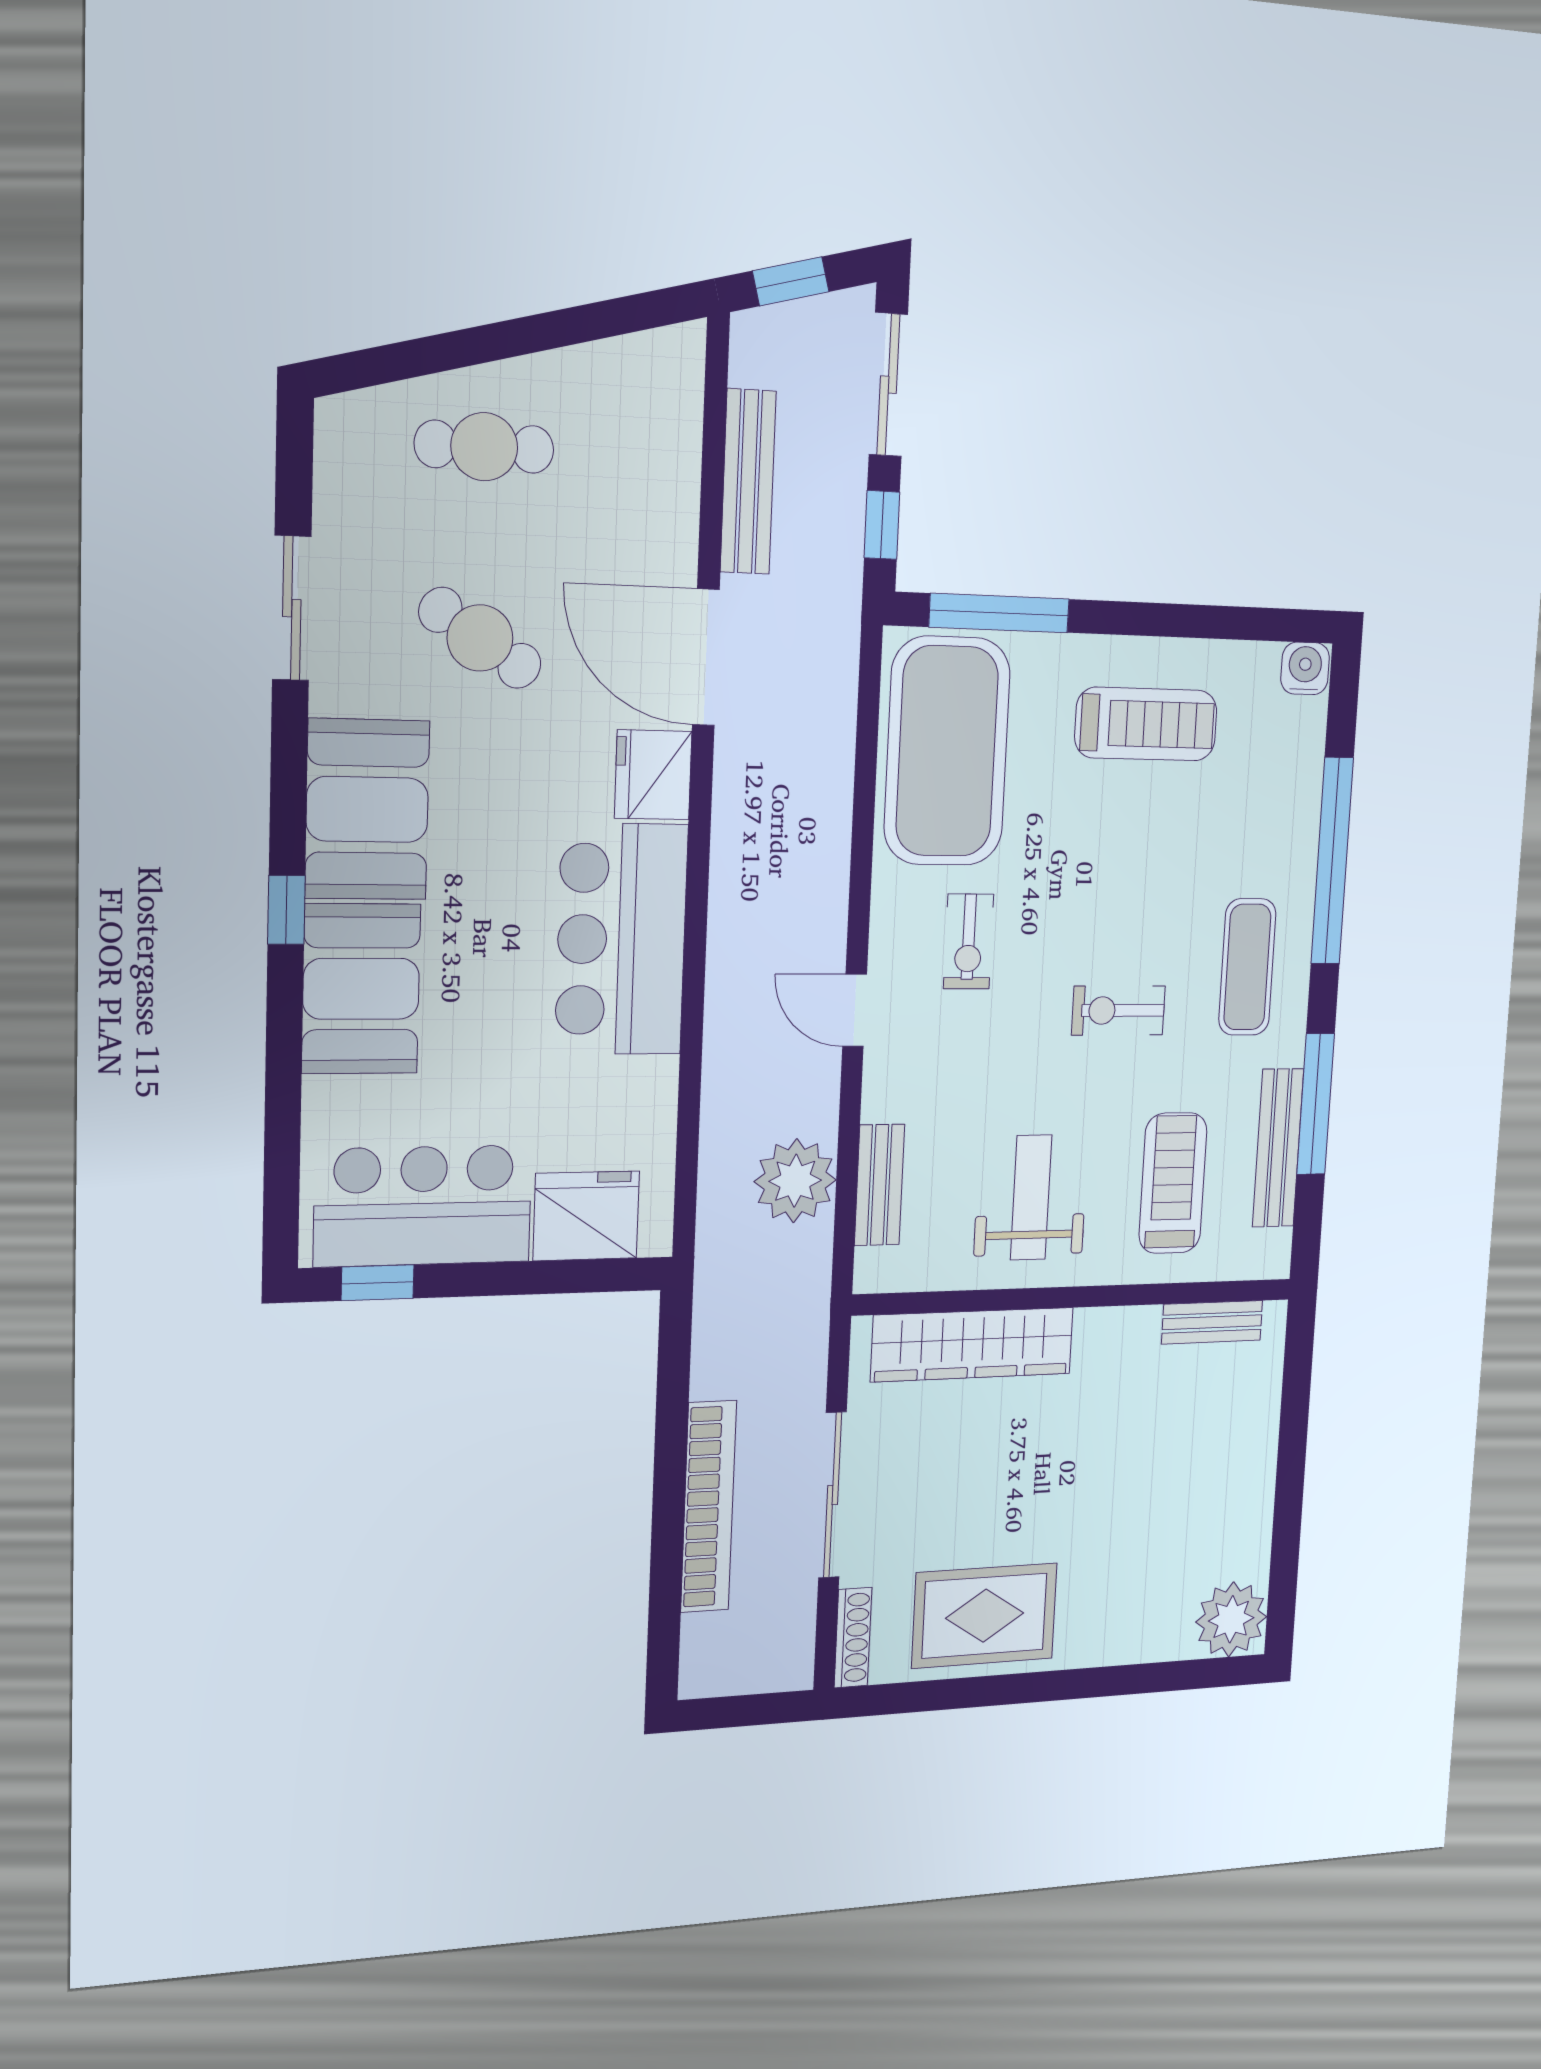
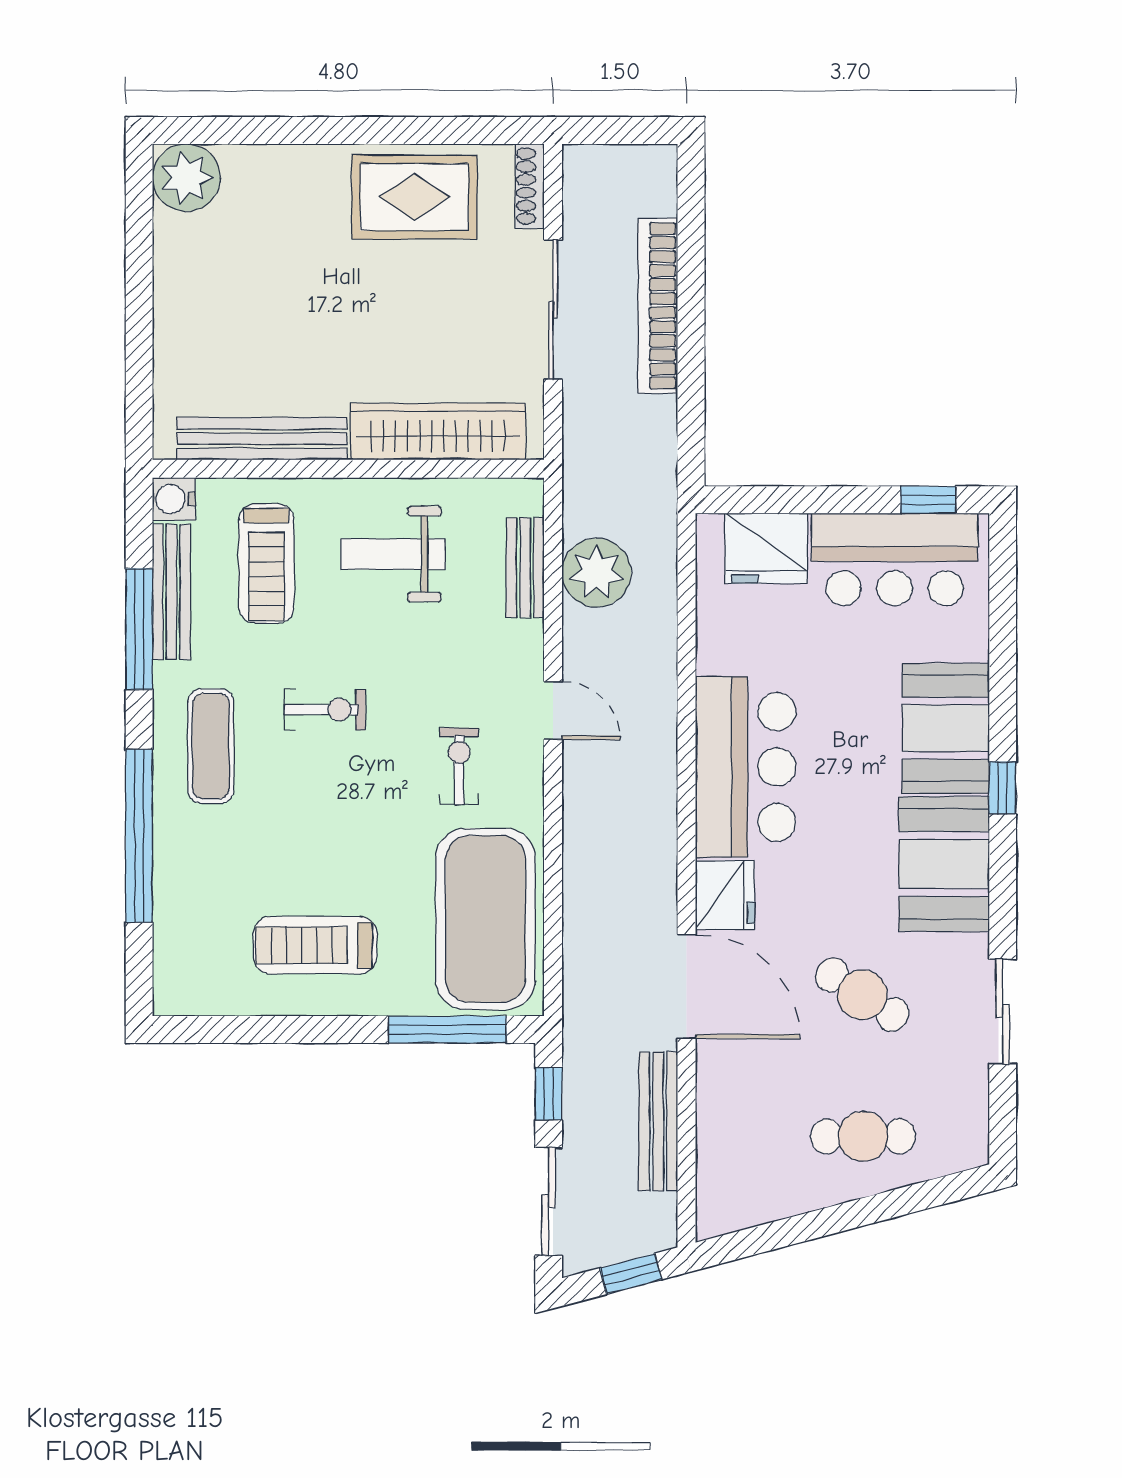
water cooler: (1305, 668) -> (174, 499), moved, turned 90
weight bench: (1031, 1198) -> (393, 554), turned 90
bench: (1212, 1322) -> (262, 439), width x1.86, depth x1.21

